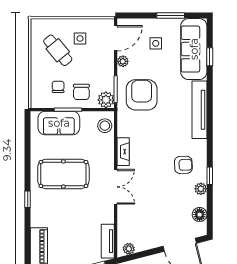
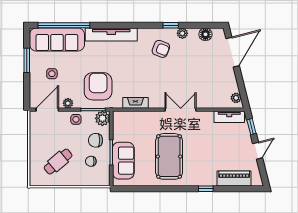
side table: (80, 38) -> (76, 119), moved
door: (116, 38) -> (47, 110), hinge flipped
window: (210, 57) -> (64, 25), width x3.17
chair: (81, 92) -> (95, 140), turned 180
armchair: (142, 95) -> (98, 86), turned 90
stool: (105, 126) -> (126, 119), removed
fireplace: (123, 152) -> (135, 103), moved
armchair: (183, 165) -> (161, 49), turned 113
window: (28, 199) -> (206, 189), moved

